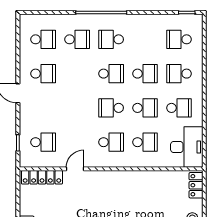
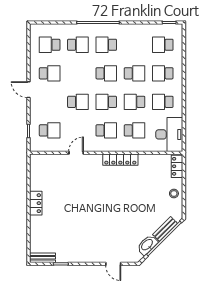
school desk: (43, 39) -> (50, 45), turned 180
school desk: (77, 108) -> (78, 102), added
school desk: (145, 108) -> (135, 102), turned 180
school desk: (179, 108) -> (163, 102), turned 180
locker: (42, 177) -> (120, 160), moved

